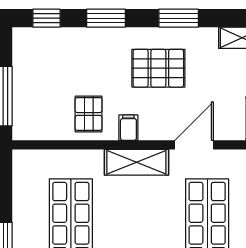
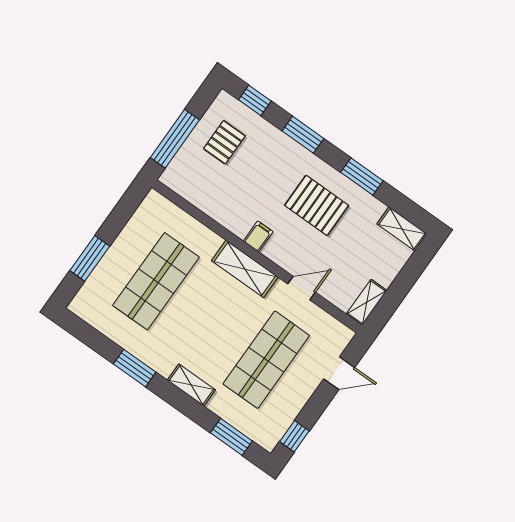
pallet: (89, 114) -> (224, 142), moved
door: (194, 145) -> (301, 288), width x0.73

